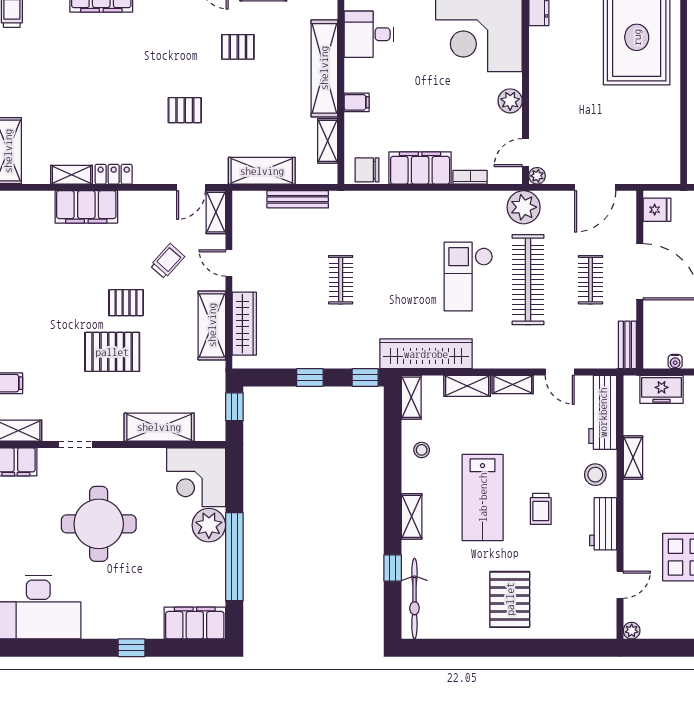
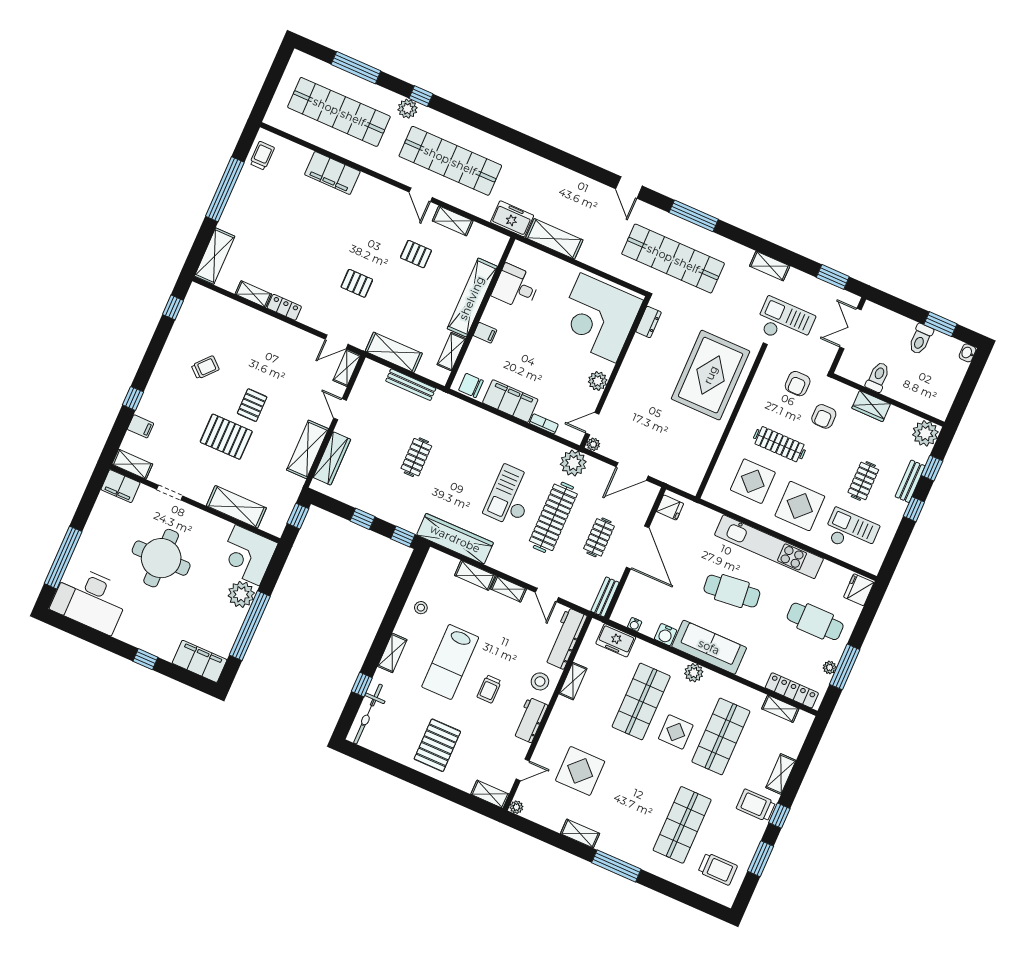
filing cabinet: (86, 207) -> (254, 322), removed
trolley: (167, 261) -> (205, 367), moved
pallet: (126, 303) -> (252, 405), turned 90
shelving: (411, 397) -> (490, 794), moved, turned 90

